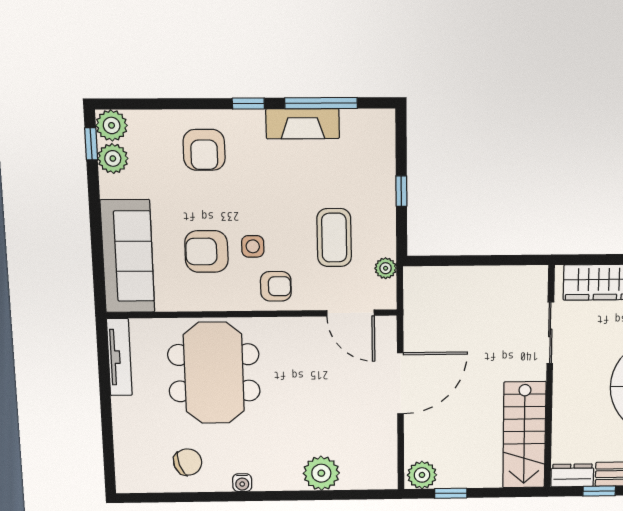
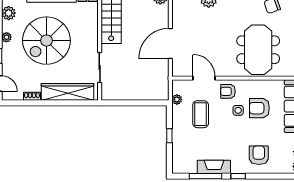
armchair: (206, 251) -> (259, 108), turned 180
door: (351, 313) -> (204, 78), moved

